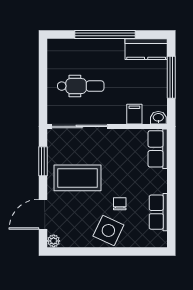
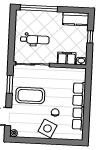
window: (105, 34) -> (39, 8), moved
window: (171, 77) -> (90, 37), width x0.46
filing cabinet: (134, 114) -> (67, 58), width x2.00
row of seats: (158, 149) -> (79, 94), moved

